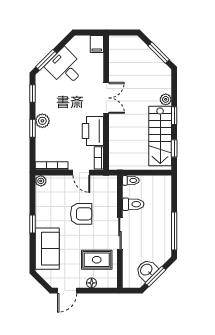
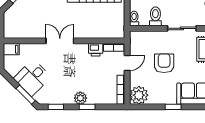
printer: (93, 131) -> (96, 50), width x0.53, depth x0.68
plant: (41, 181) -> (139, 95), width x1.87, depth x1.87

